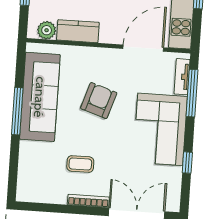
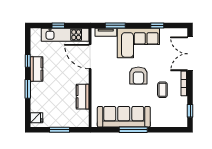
plant: (47, 30) -> (83, 115), removed
window: (192, 93) -> (115, 25), width x0.69
armchair: (99, 101) -> (138, 76), moved, turned -108
window: (42, 207) -> (190, 111), added

